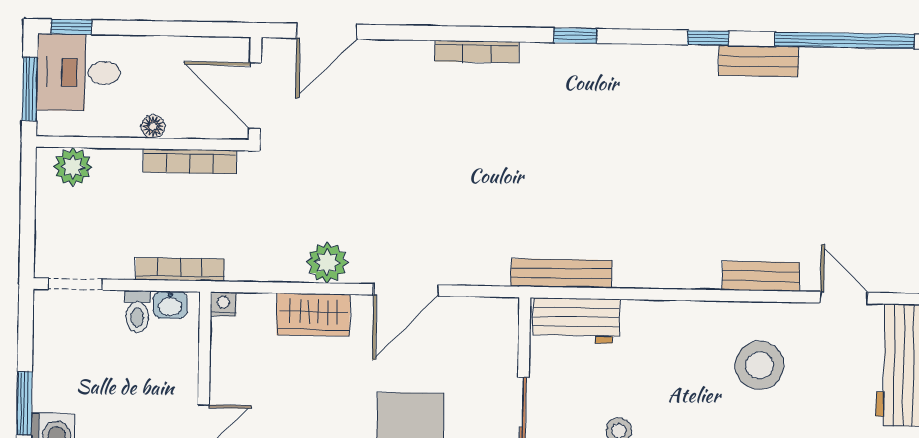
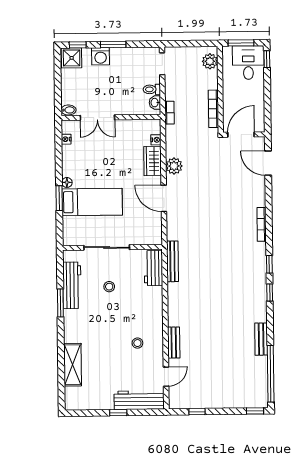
window: (708, 38) -> (270, 292), moved
floor lamp: (153, 127) -> (227, 93), removed
bookcase: (180, 269) -> (170, 113), width x0.64
nightstand: (223, 304) -> (156, 140), moved
stool: (759, 365) -> (137, 343), width x0.53, depth x0.53

